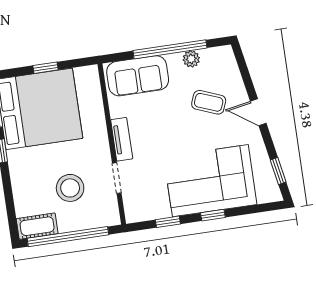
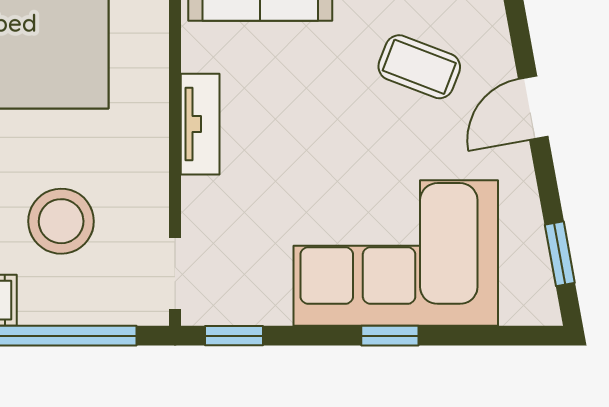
door: (258, 112) -> (533, 108), hinge flipped
doorway: (117, 178) -> (175, 273), moved
window: (168, 222) -> (234, 336), moved

